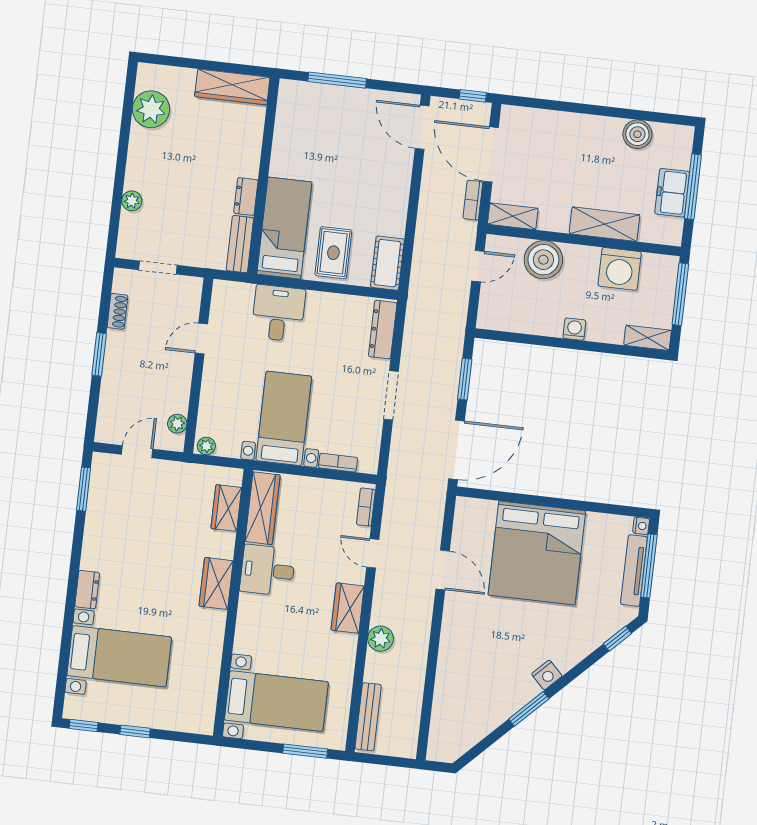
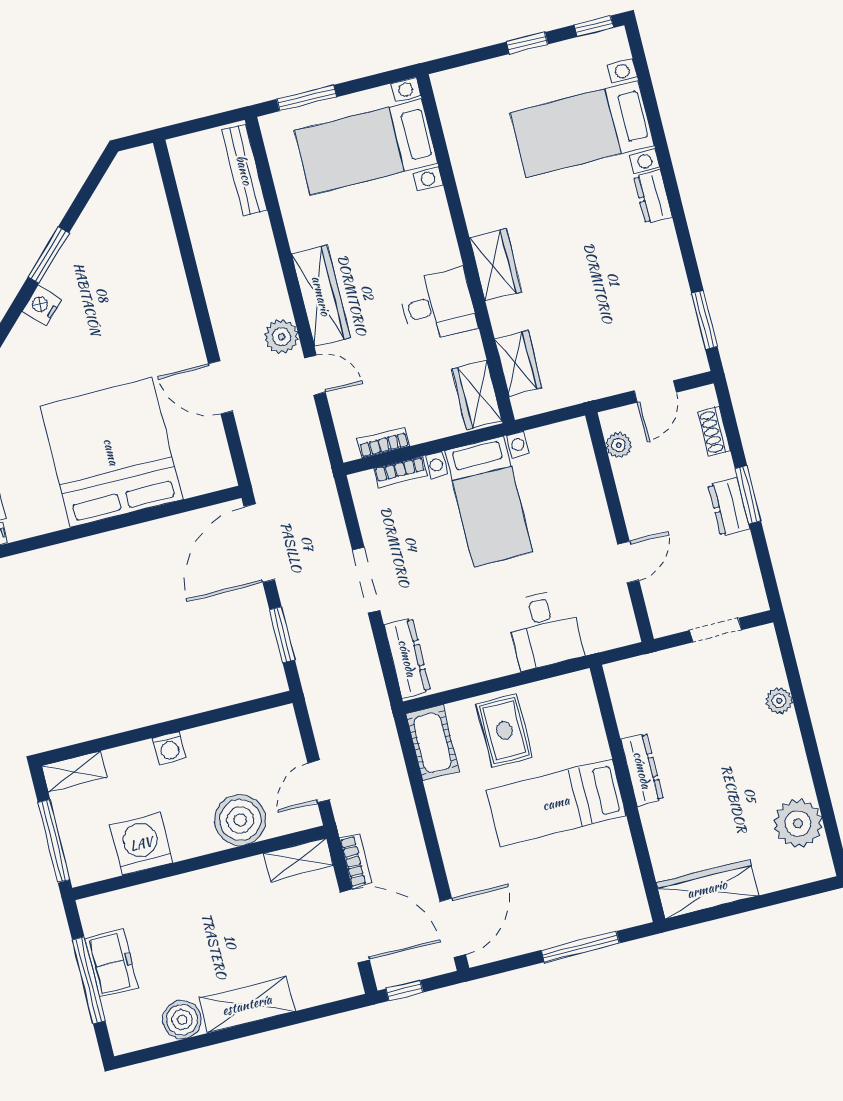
door: (422, 127) -> (453, 928), hinge flipped
dresser: (246, 197) -> (642, 770), width x1.44
shelving: (604, 224) -> (247, 1005), moved
bed: (284, 228) -> (556, 803), moved, turned 90
bench: (240, 244) -> (625, 697), removed
shoe rack: (117, 311) -> (714, 431), moved
dresser: (116, 351) -> (729, 507), added
plant: (206, 446) -> (572, 431), removed
bookcase: (366, 507) -> (383, 443), moved, turned -90
wardrobe: (263, 508) -> (477, 395), width x0.67
wardrobe: (348, 608) -> (321, 296), width x1.50
plant: (381, 639) -> (281, 337), moved

